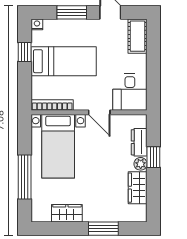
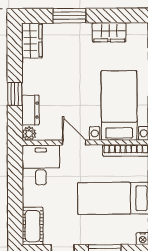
plant: (141, 164) -> (29, 134), moved
wardrobe: (138, 188) -> (32, 40), moved

